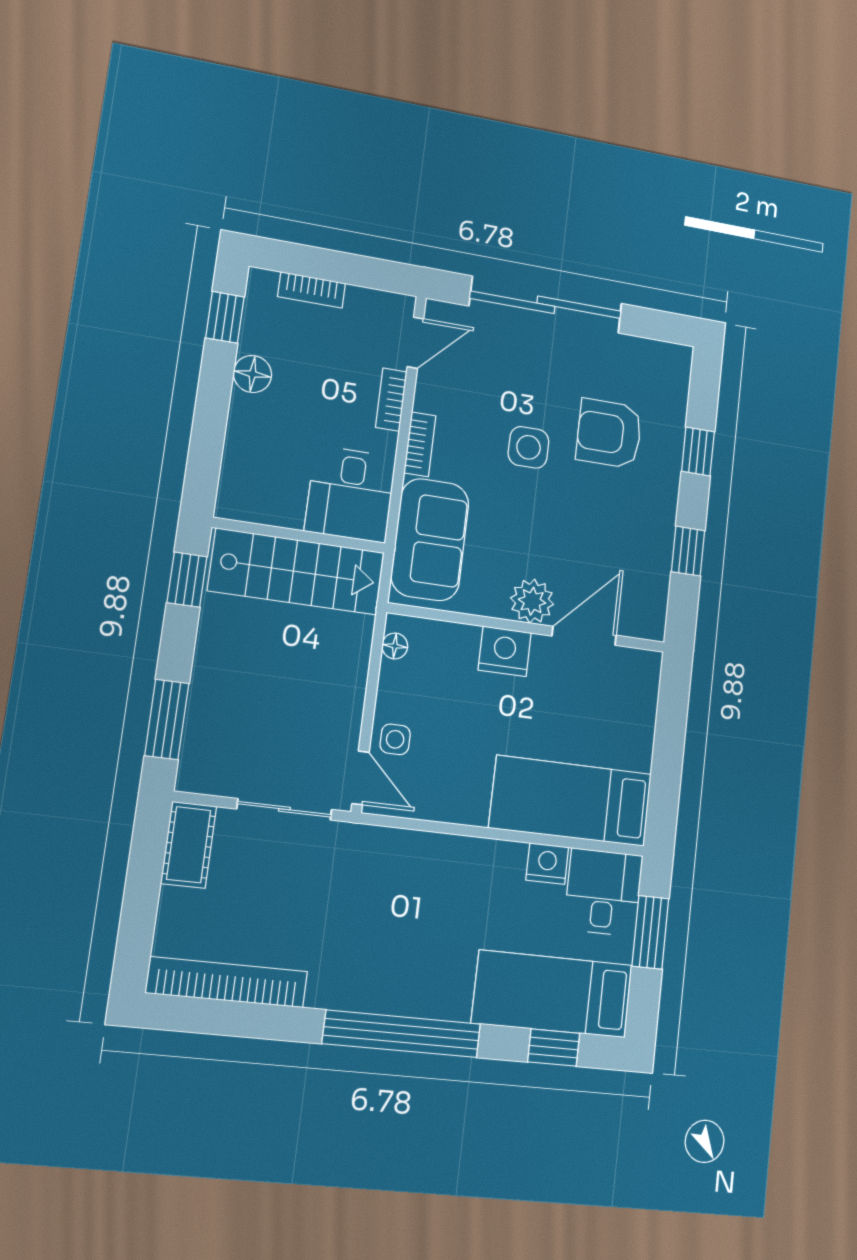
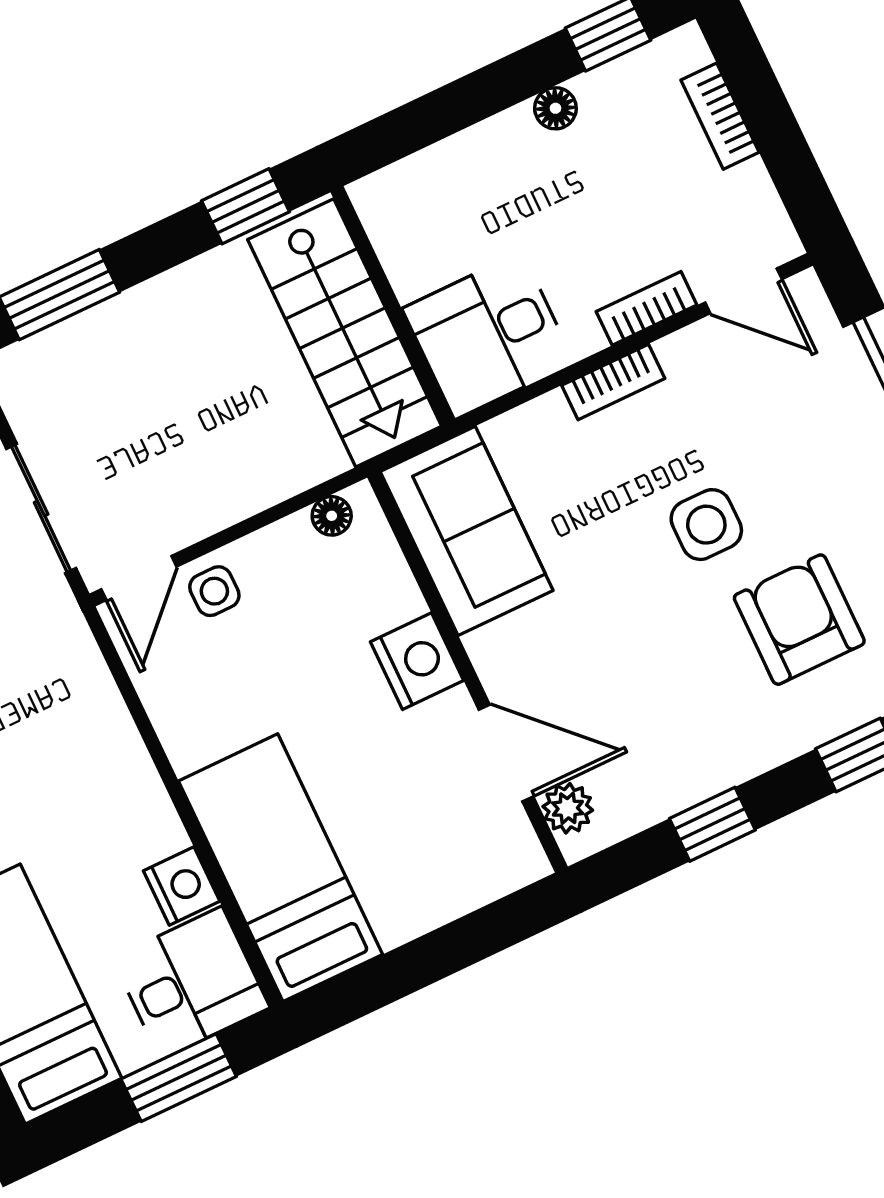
floor lamp: (253, 374) -> (555, 108), width x0.73, depth x0.73
sofa: (430, 540) -> (467, 531), moved, turned -90
plant: (532, 601) -> (568, 808), moved, width x0.73, depth x0.73

